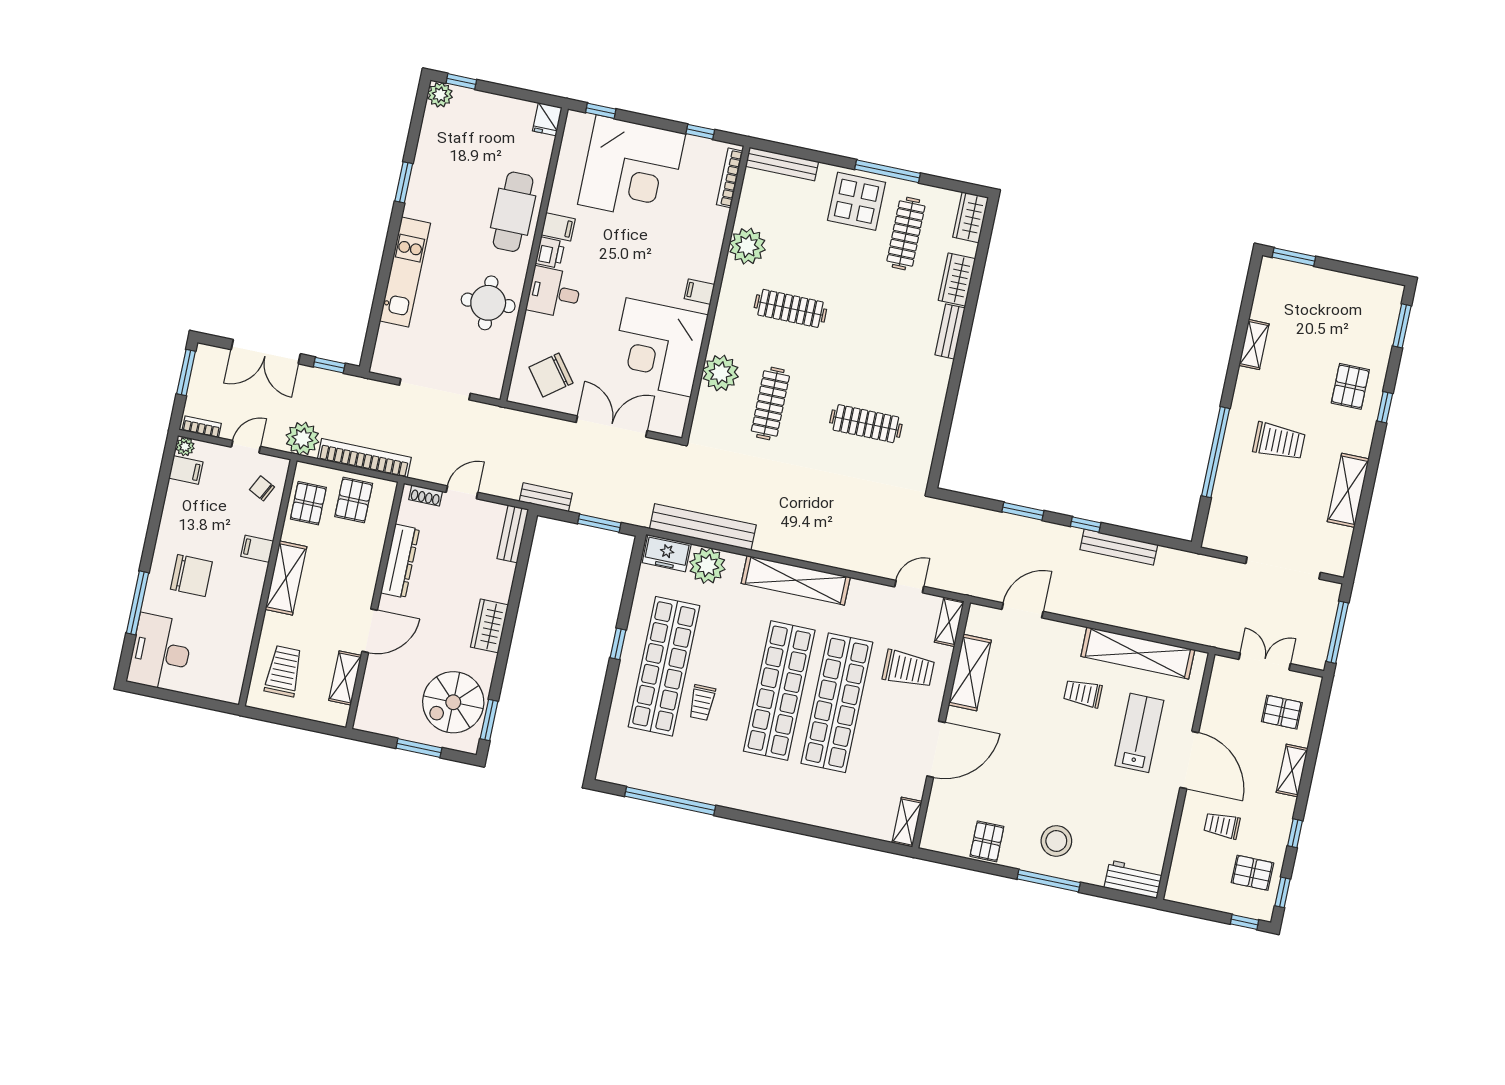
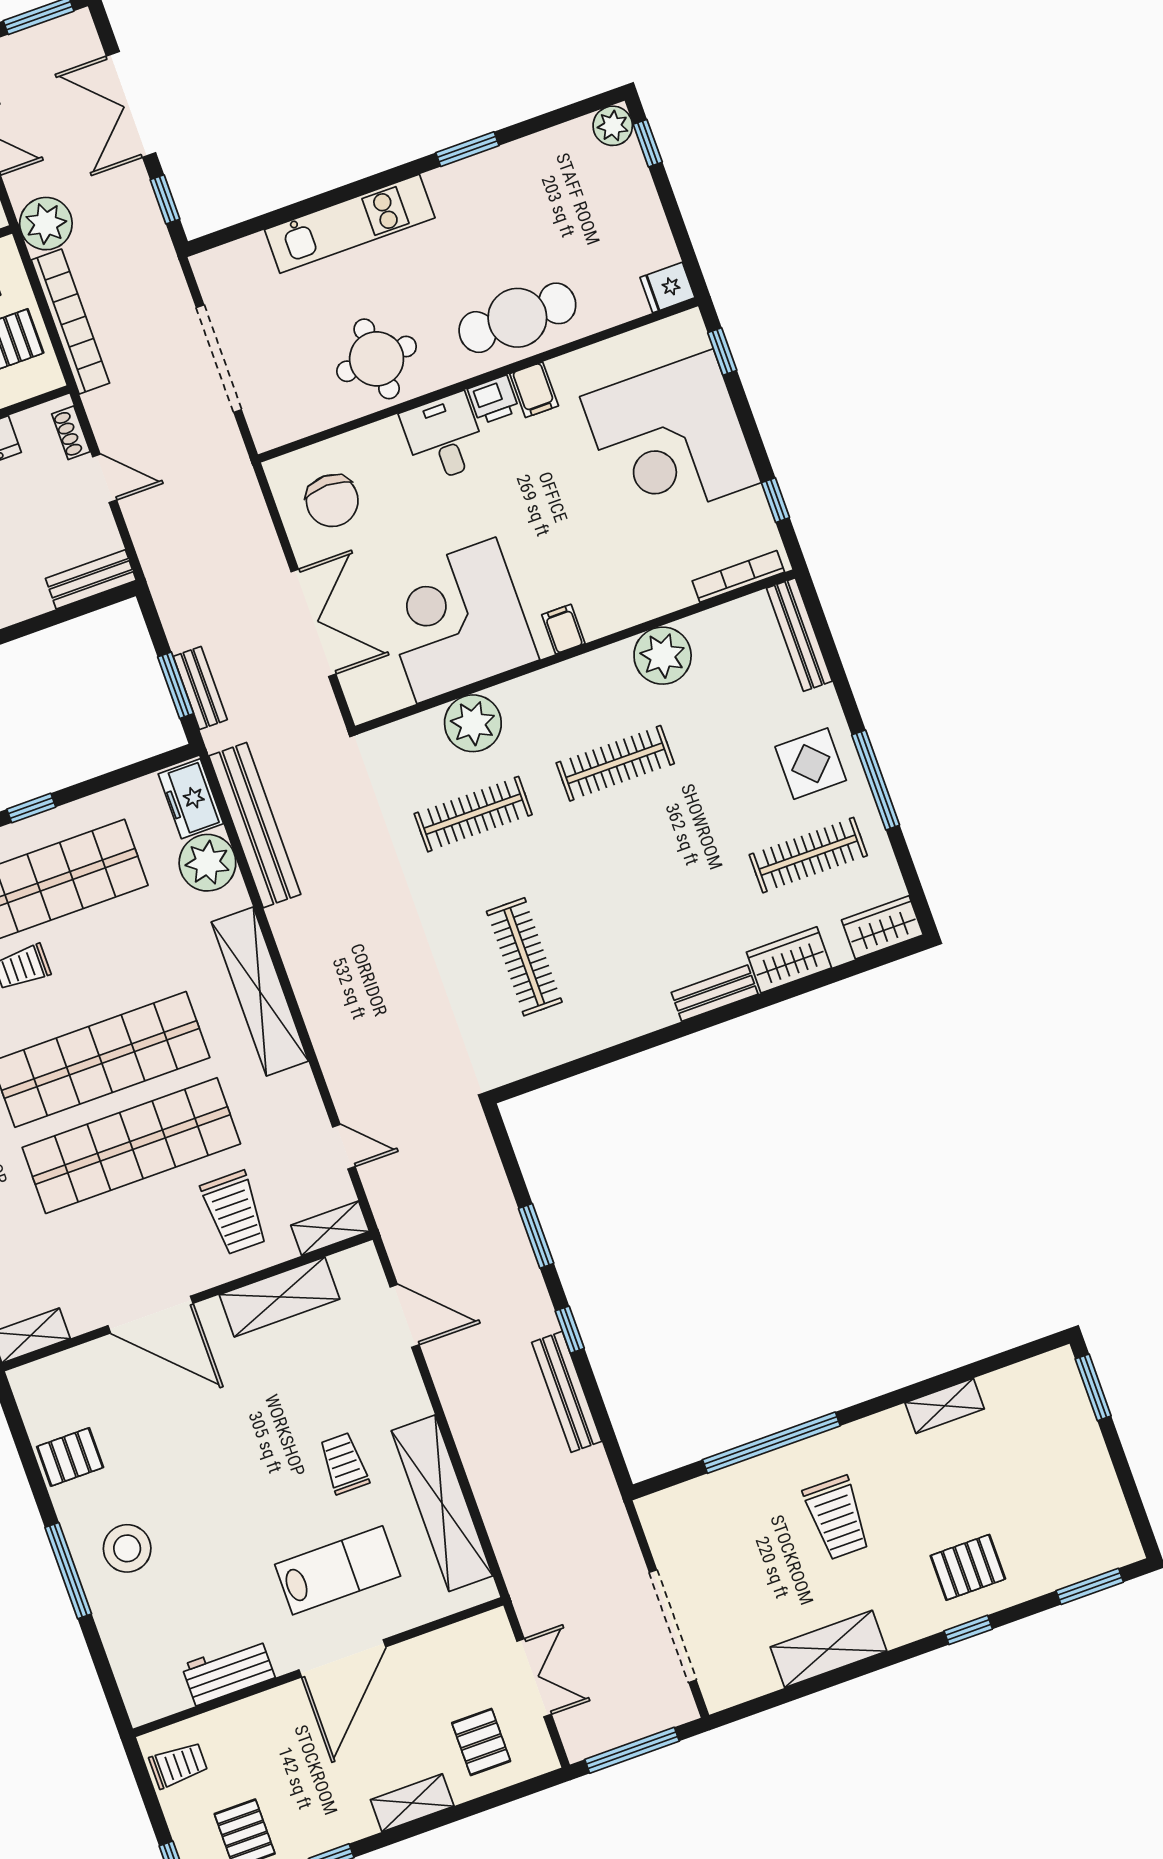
display table: (857, 201) -> (811, 764), width x0.73, depth x0.73
clothes rail: (790, 308) -> (615, 763), turned 90
chair: (551, 375) -> (332, 501), turned -143
bench: (546, 497) -> (200, 688), moved
trolley: (1222, 825) -> (178, 1765), moved, turned 90
workbench: (1133, 879) -> (228, 1671), moved, turned -90

